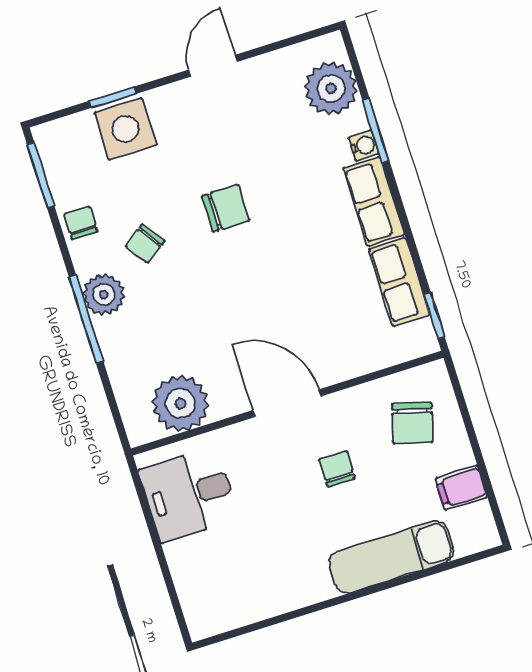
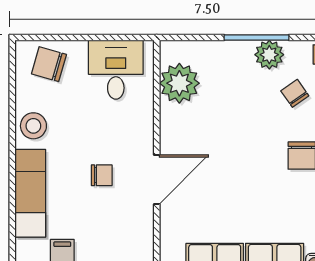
door: (287, 403) -> (157, 179), moved
chair: (412, 423) -> (49, 64), moved
stool: (299, 582) -> (33, 126), added

